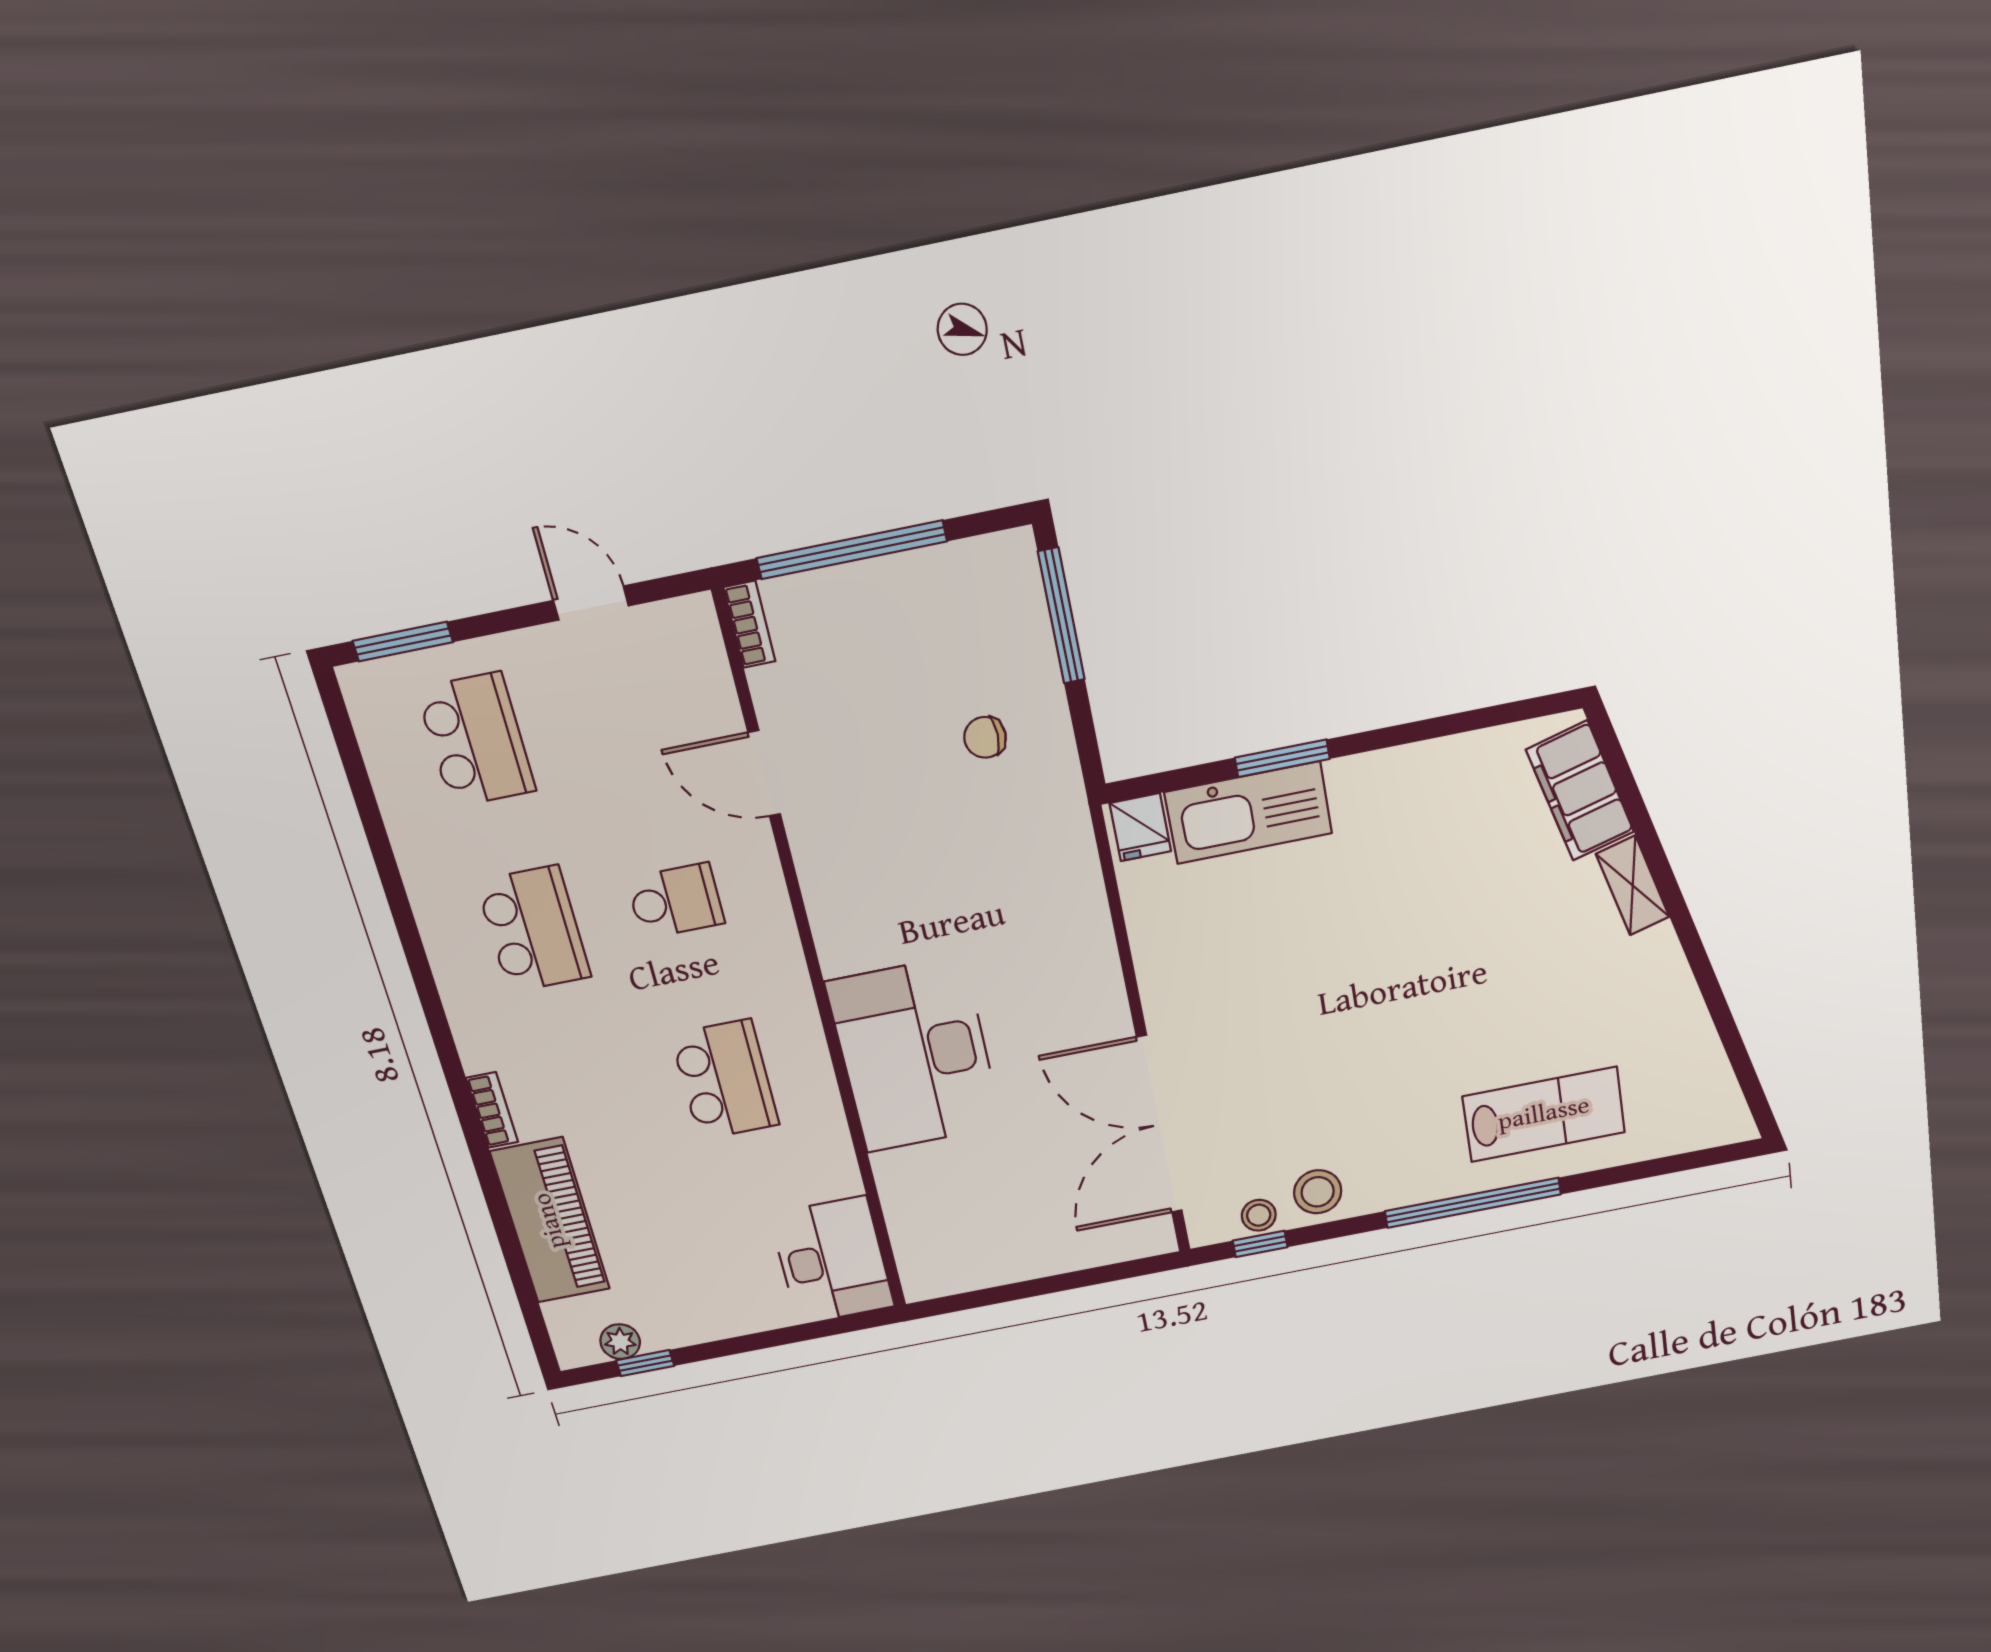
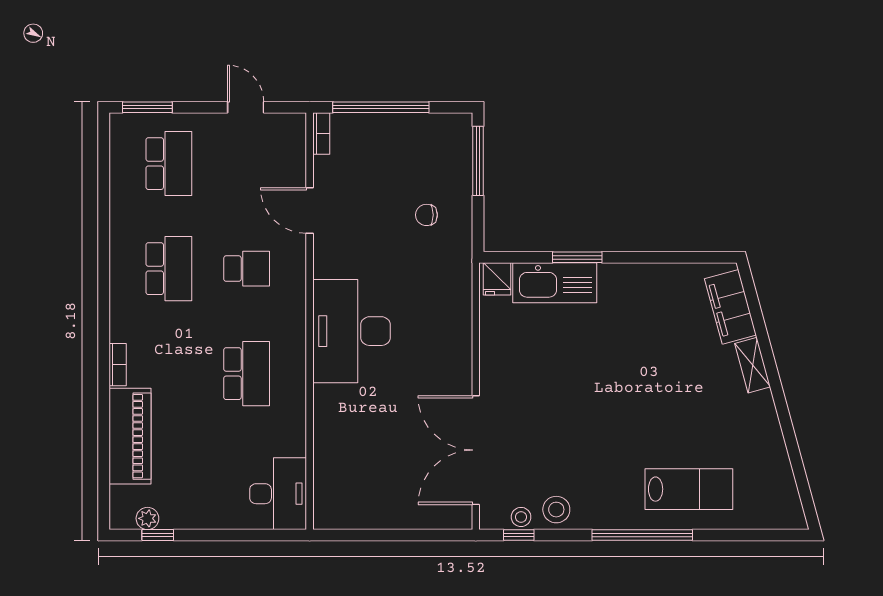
desk: (915, 1055) -> (352, 331), moved

